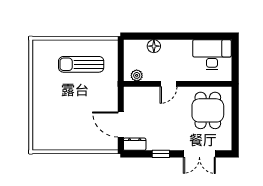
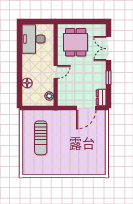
door: (168, 84) -> (56, 72), hinge flipped
dining table: (208, 110) -> (76, 42), turned 90
double door: (199, 154) -> (108, 49), swing flipped

